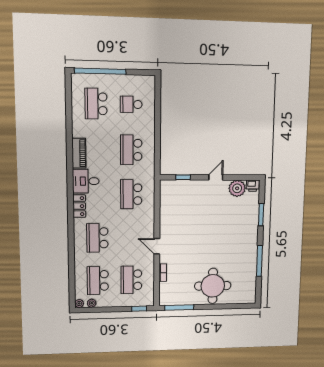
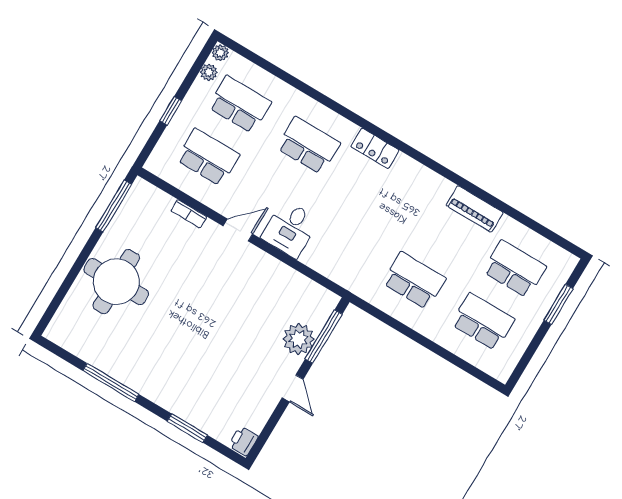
window: (100, 71) -> (558, 304), width x0.47
school desk: (131, 104) -> (483, 322), width x1.85
piano: (79, 153) -> (475, 209), moved
window: (183, 177) -> (324, 336), width x2.17
desk: (86, 181) -> (290, 229), moved, turned 180
plant: (237, 188) -> (298, 339), moved
school desk: (131, 194) -> (345, 239), removed
window: (139, 309) -> (171, 111), moved

